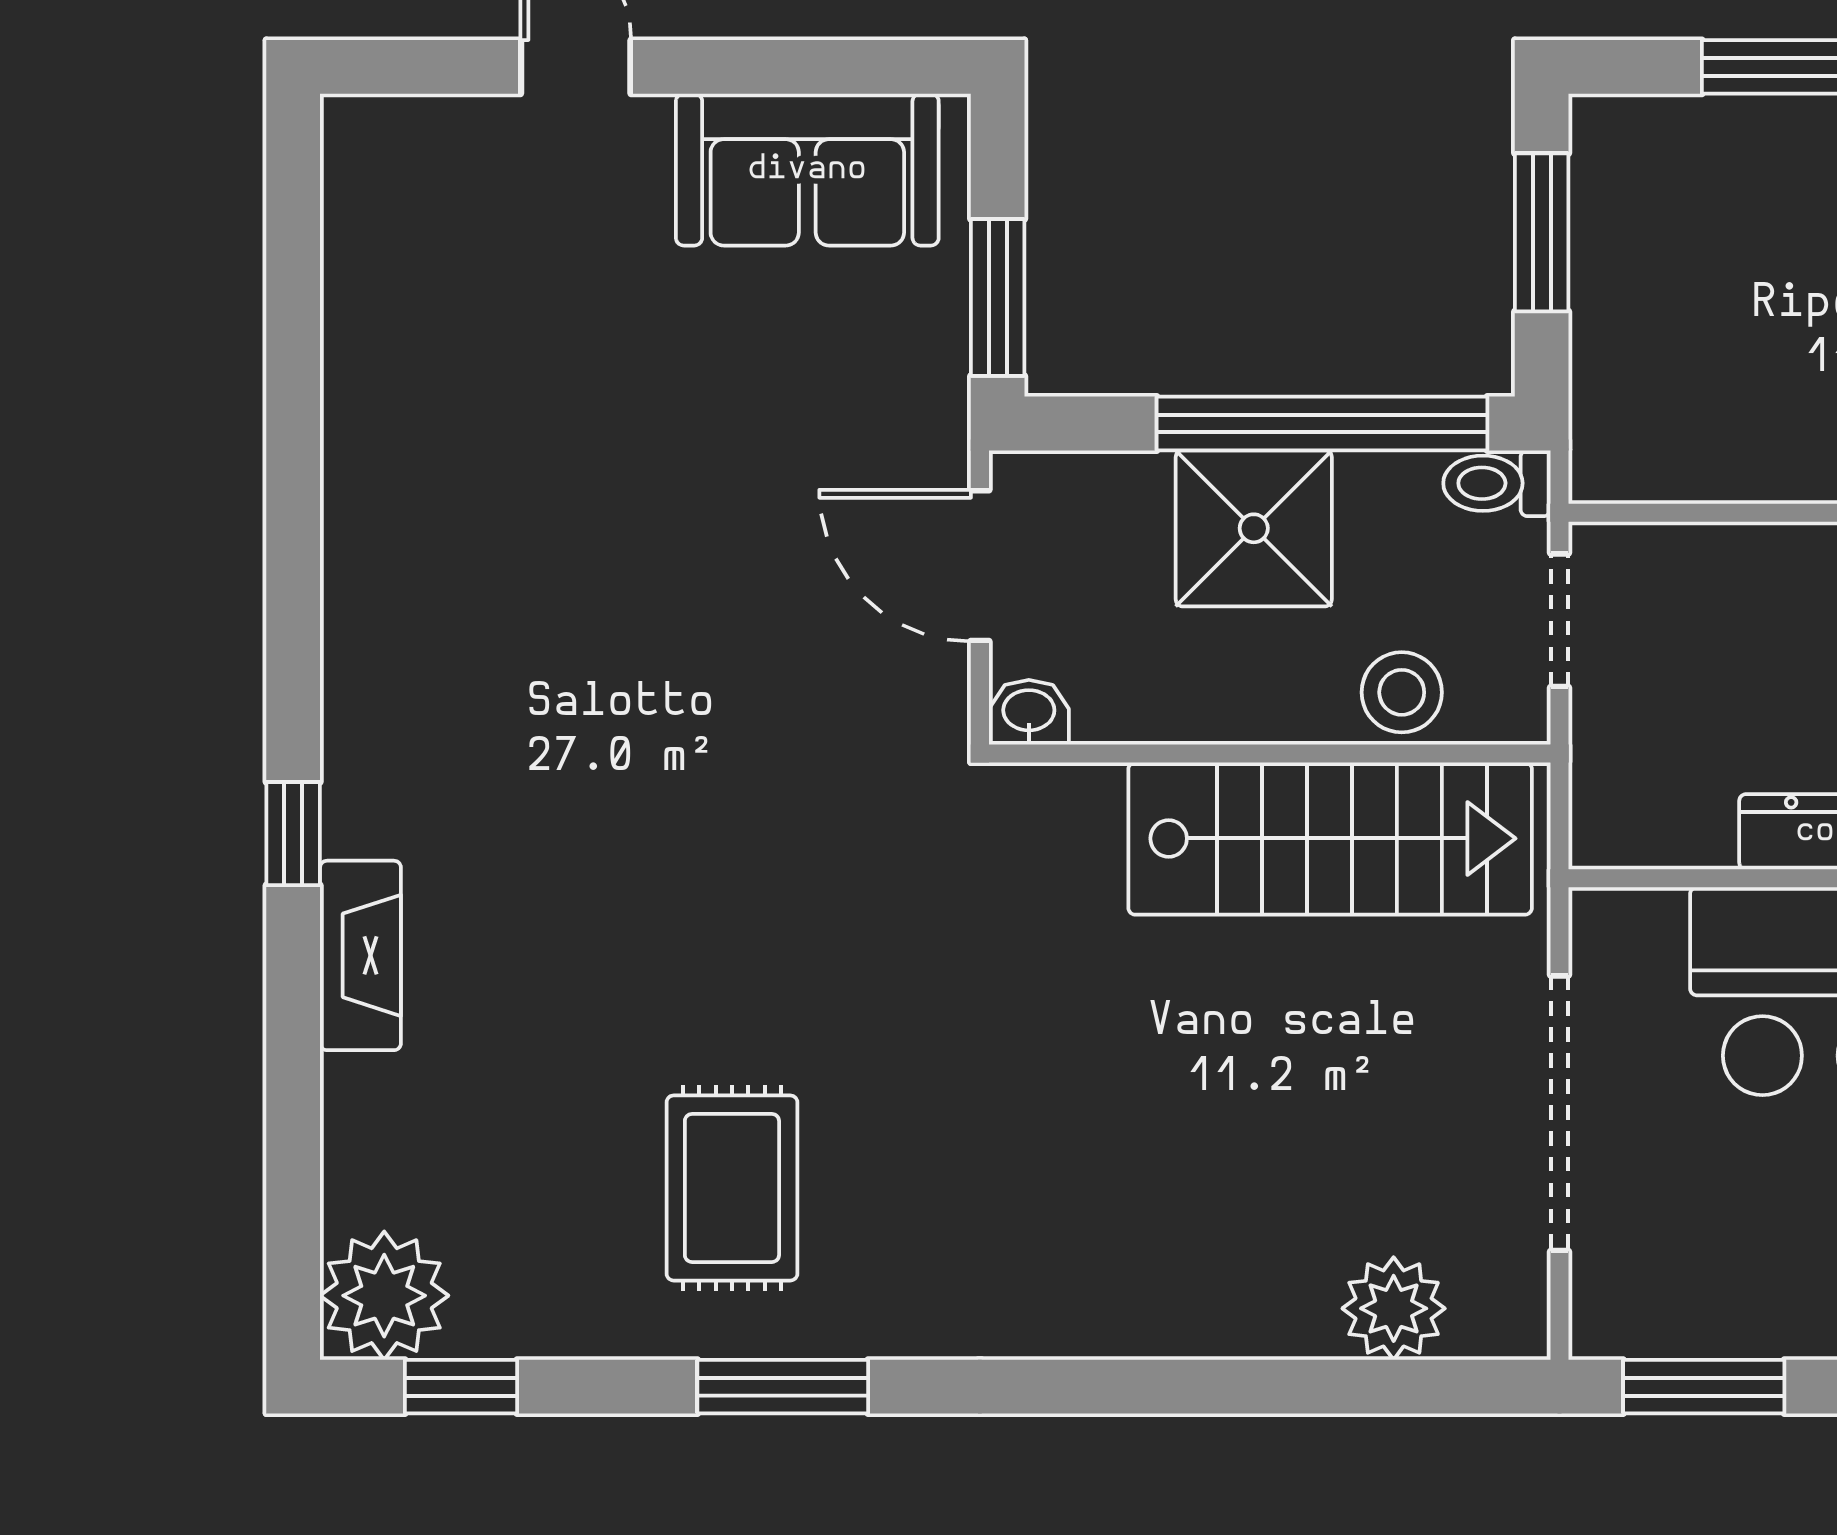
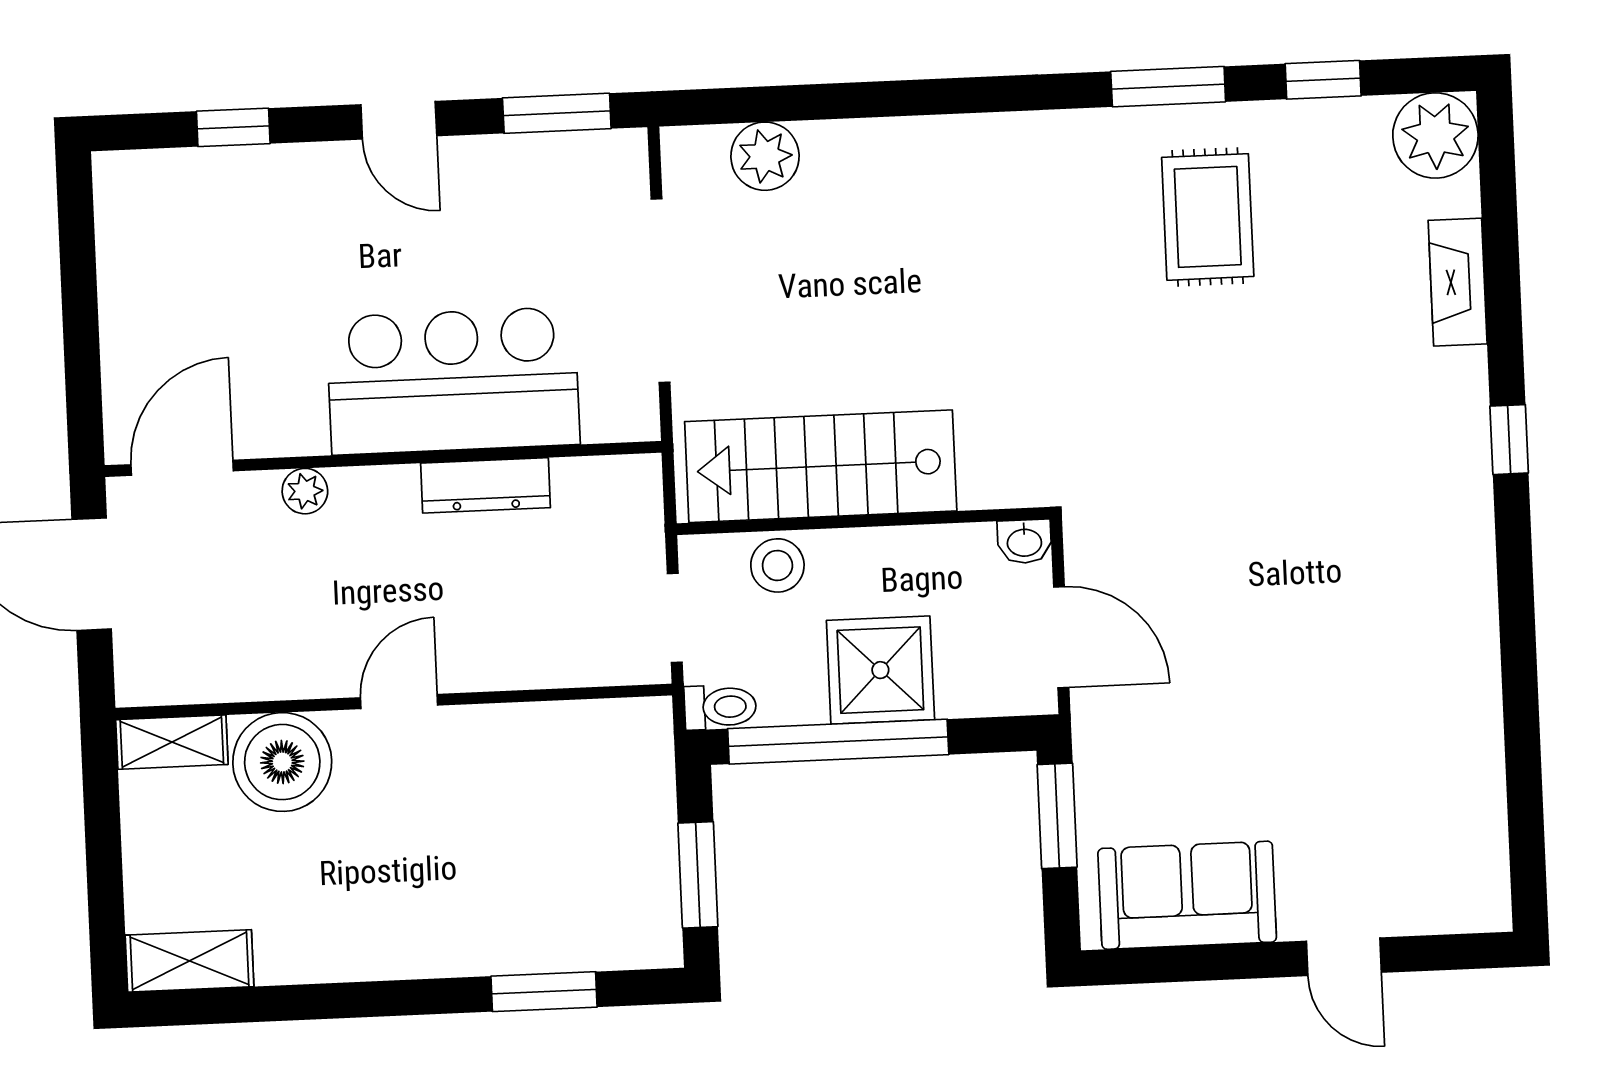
fireplace: (360, 955) -> (1458, 282), moved
window: (461, 1387) -> (1323, 80), moved

